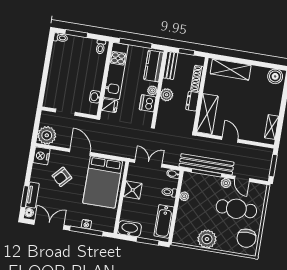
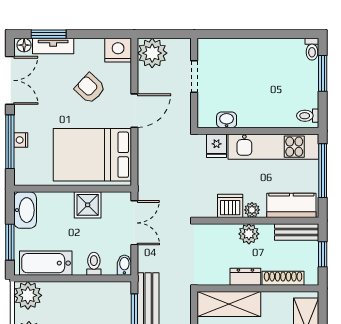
plant: (184, 196) -> (28, 295), moved, width x1.87, depth x1.87

